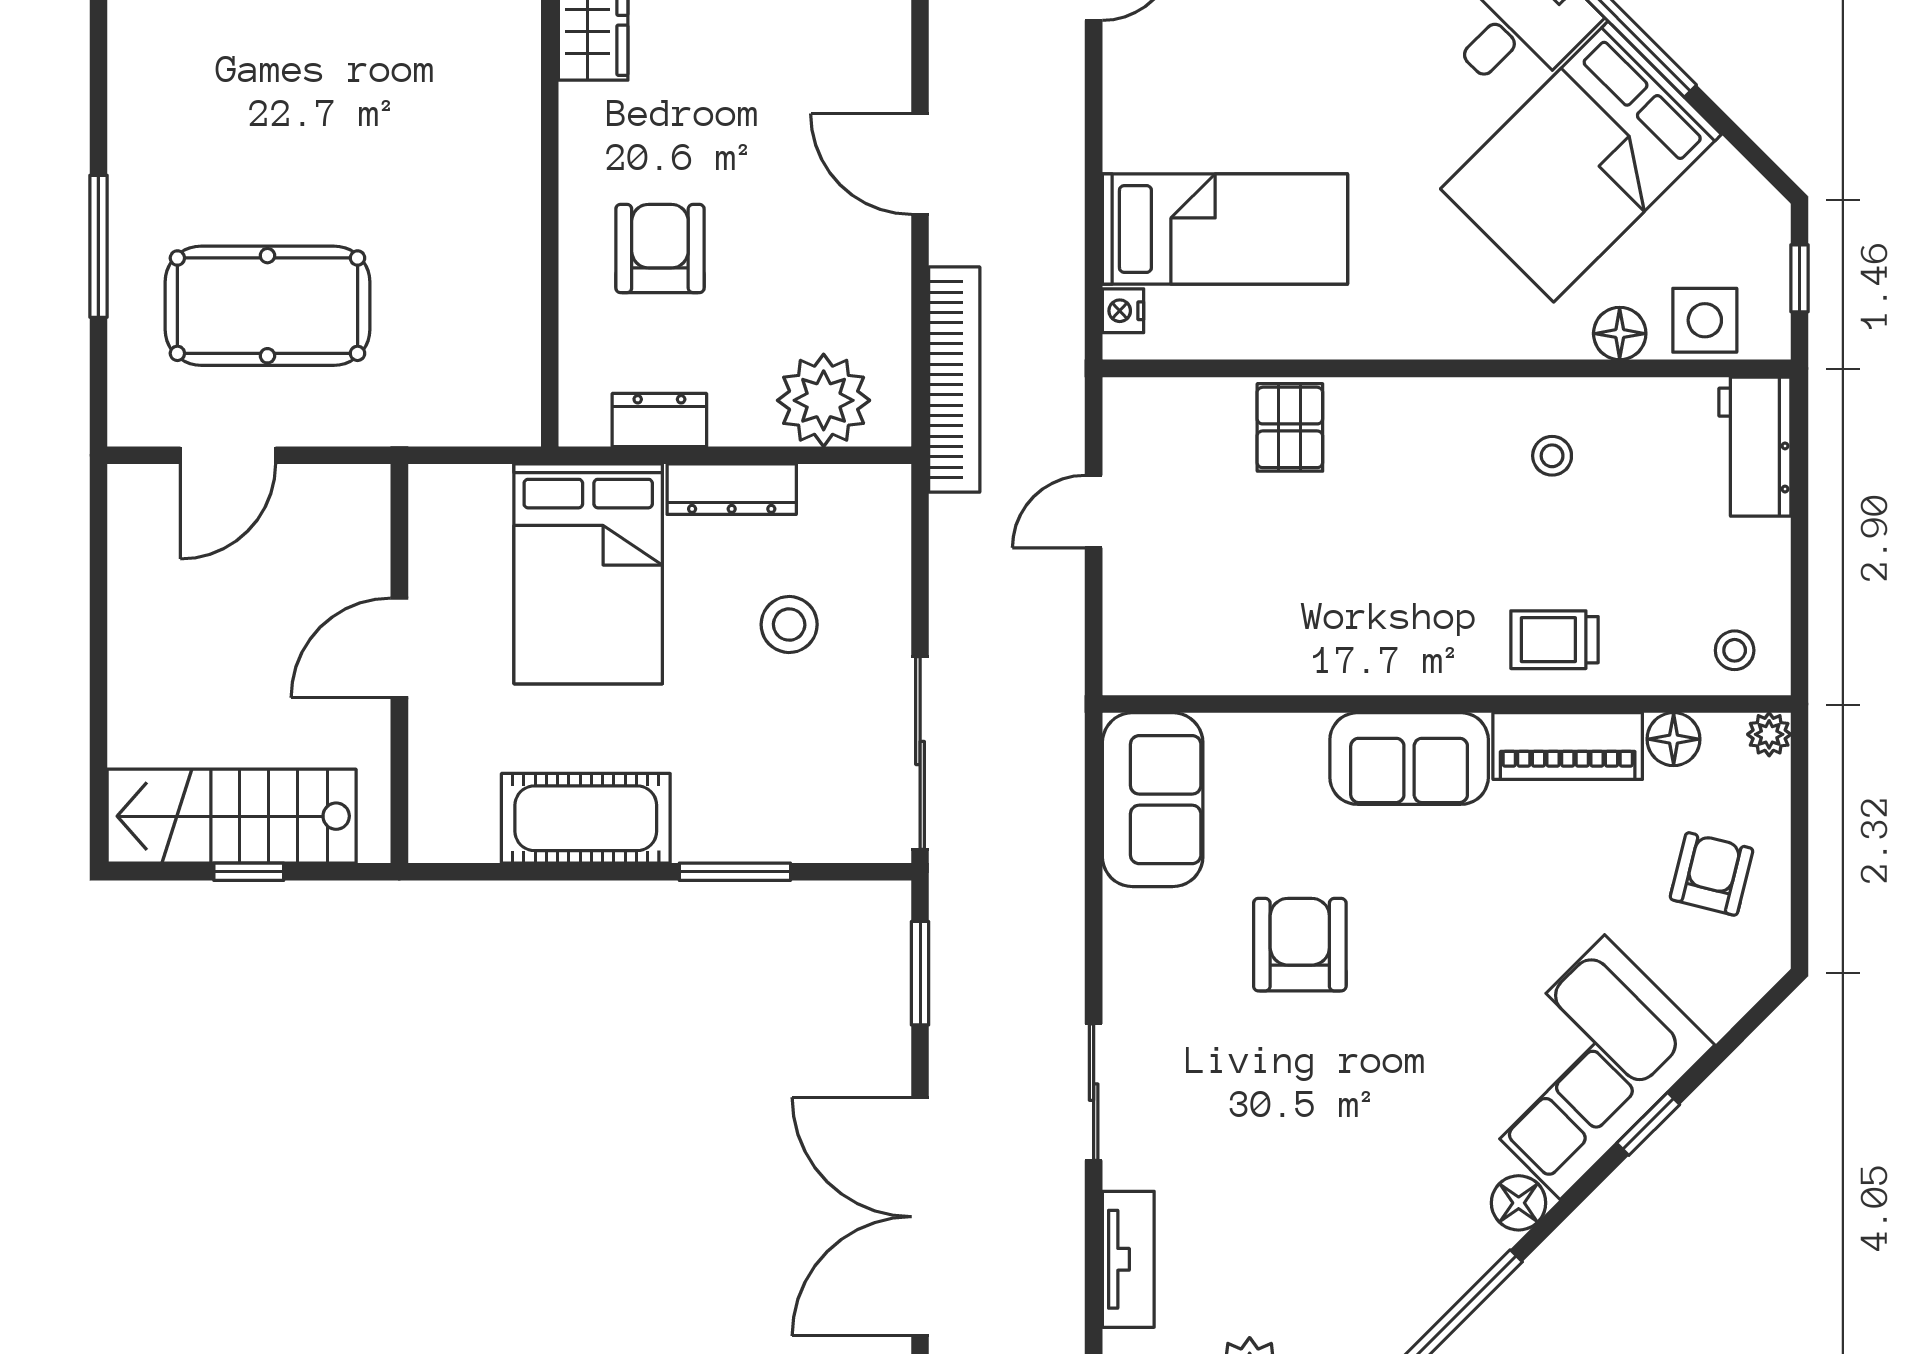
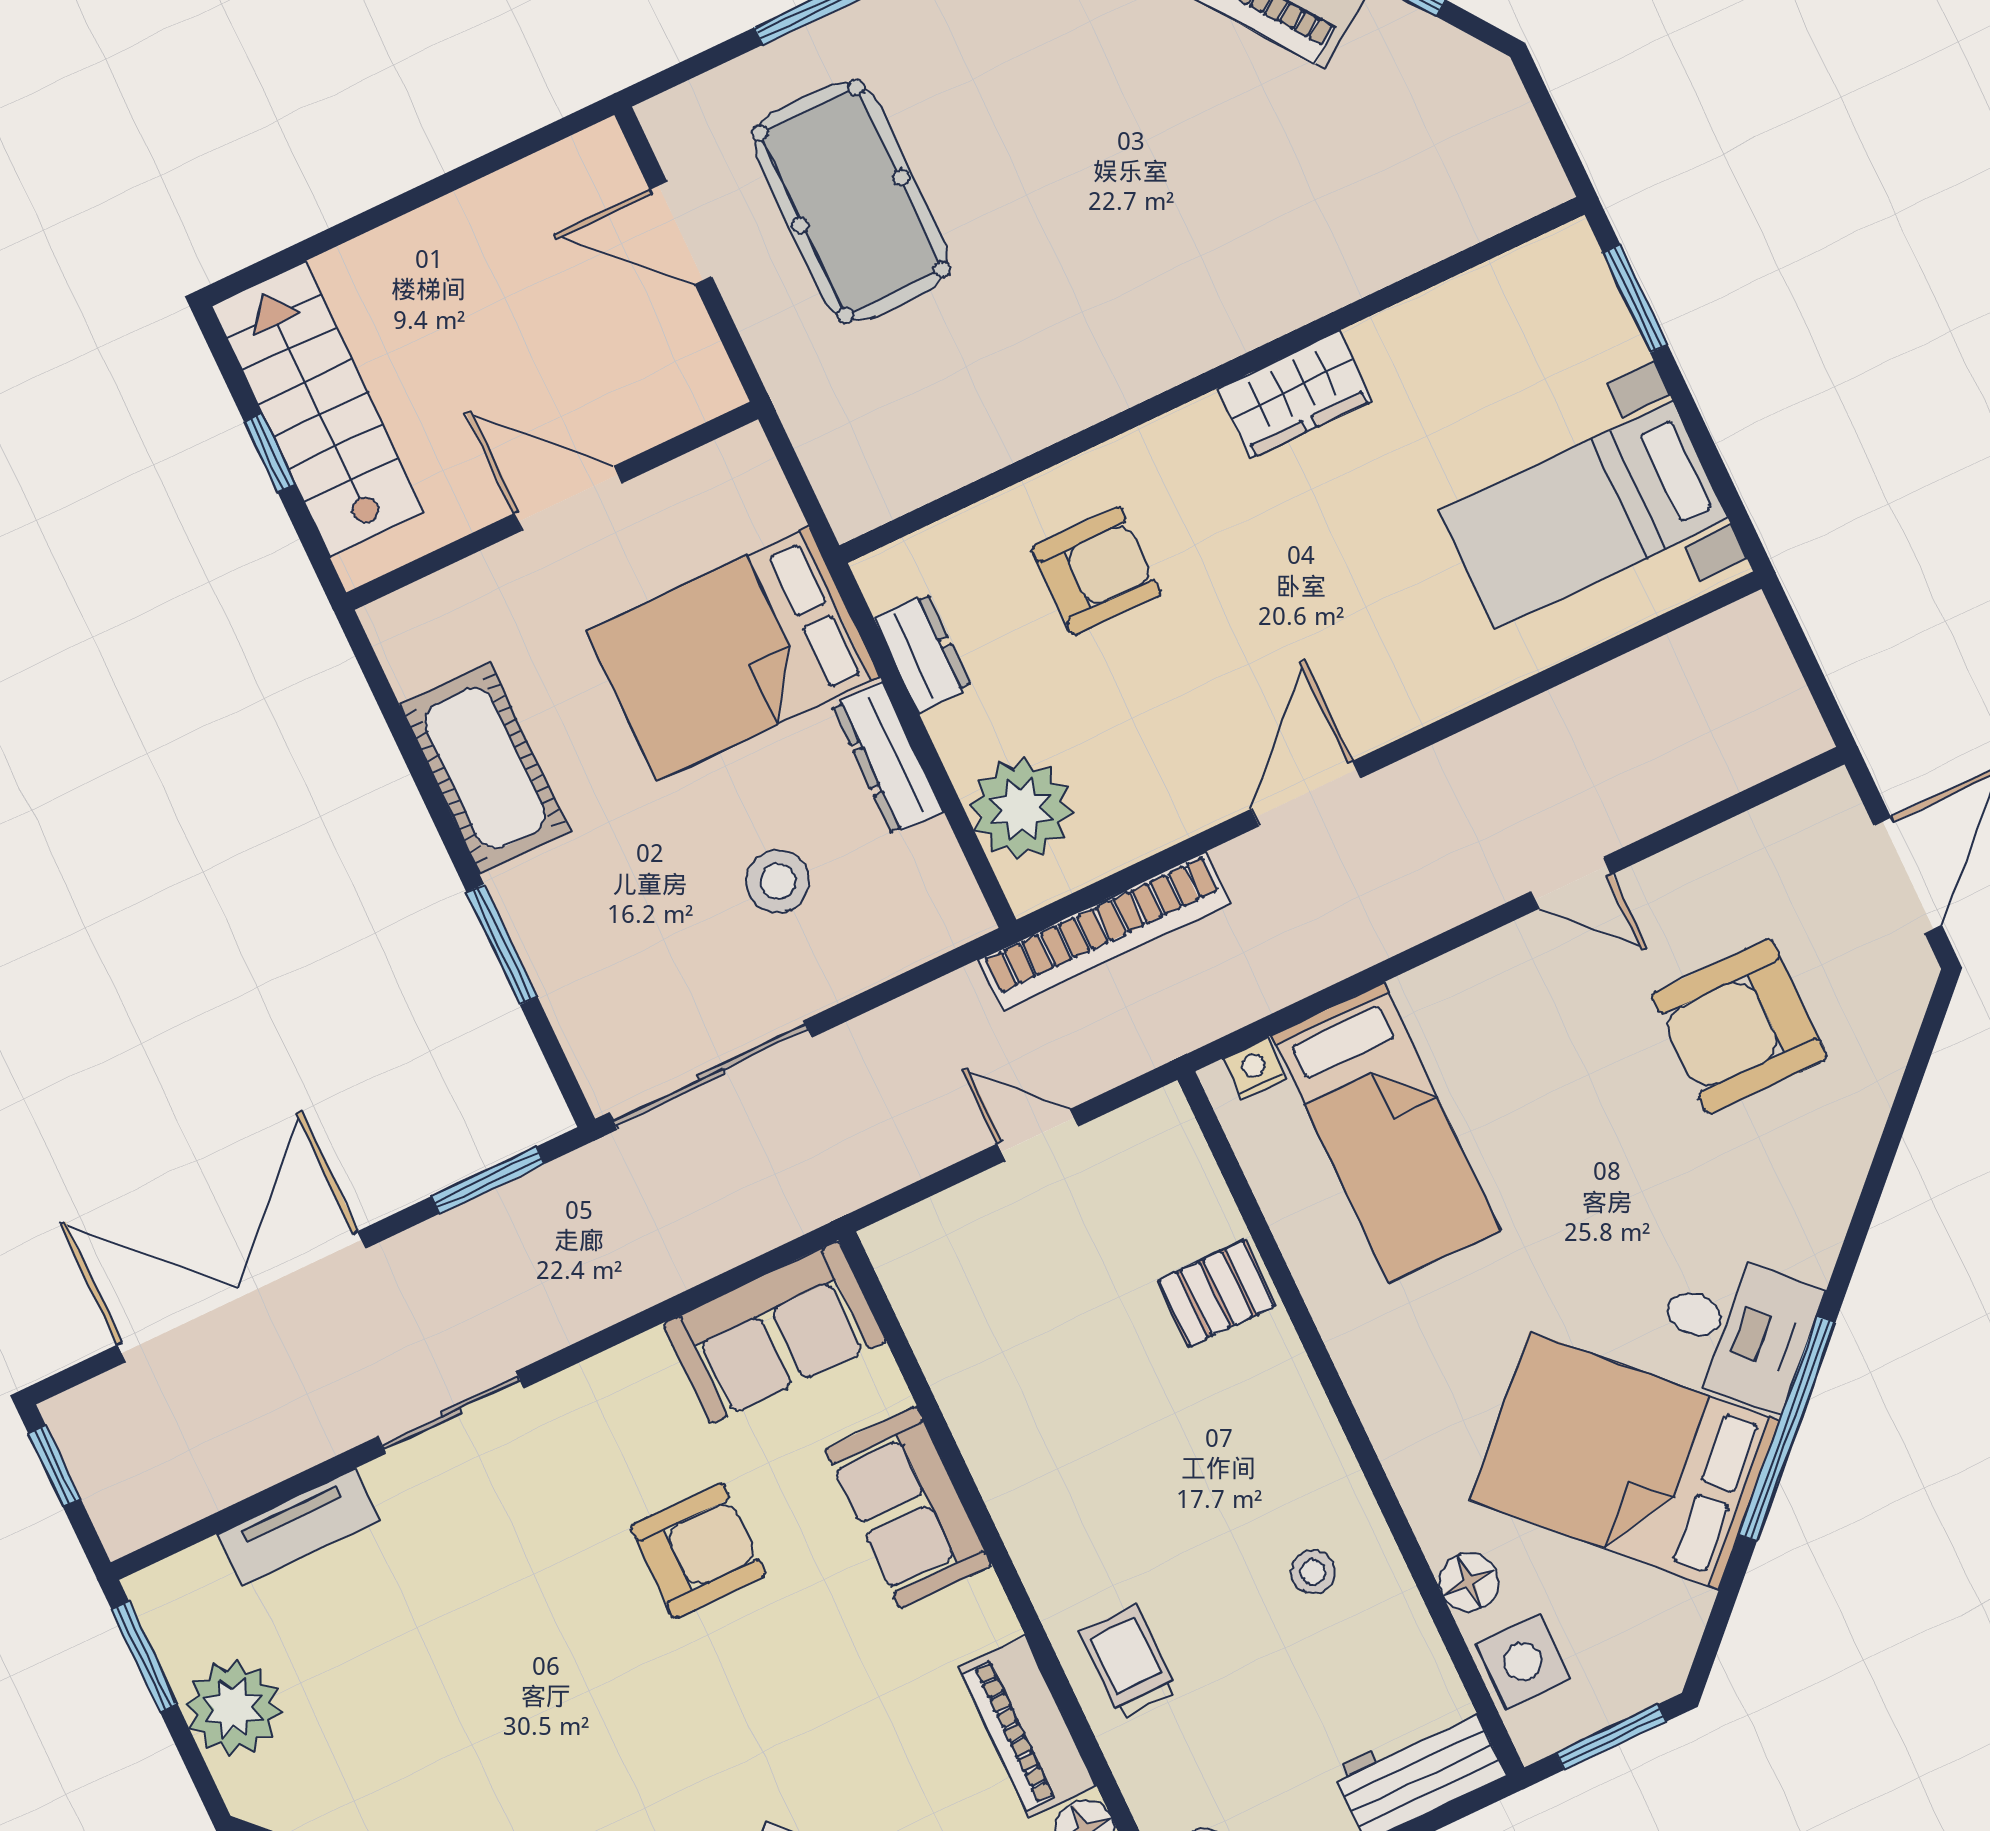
window: (1799, 278) -> (1611, 1737), width x1.50
sofa: (1409, 759) -> (908, 1507), moved

